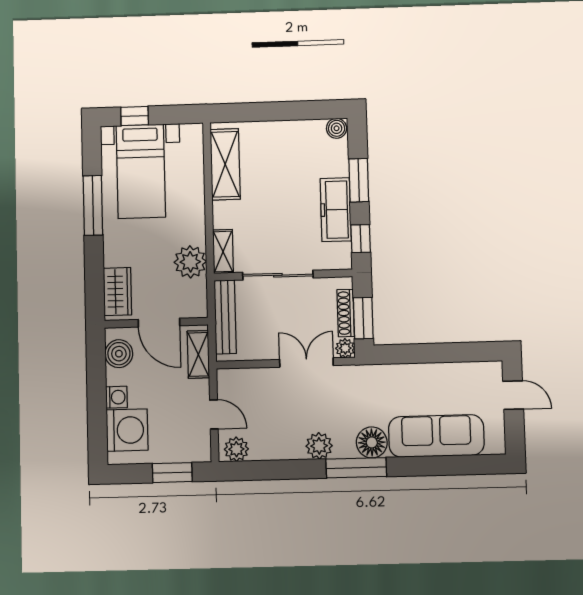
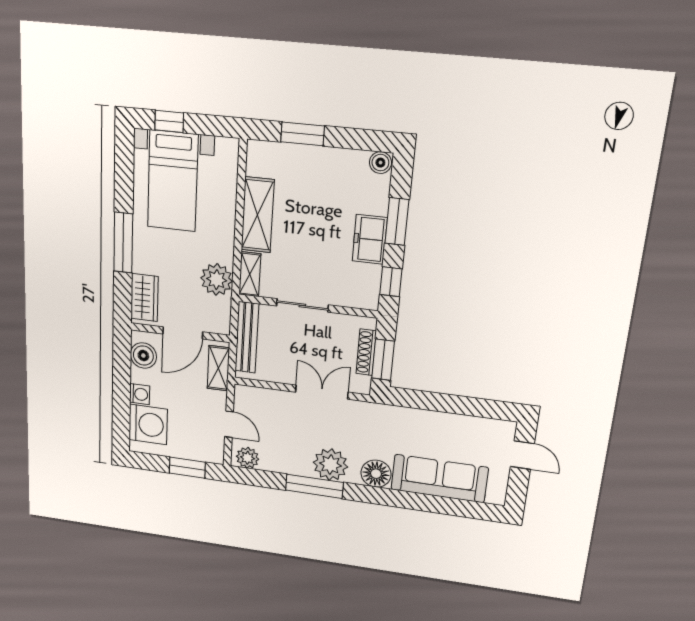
window: (262, 112) -> (303, 134), added
shelving: (225, 164) -> (258, 215), moved
window: (93, 205) -> (123, 243), moved
freezer: (336, 210) -> (370, 239), width x0.71
sliding door: (278, 275) -> (302, 305), width x0.73
door: (159, 323) -> (183, 333), hinge flipped
plant: (345, 348) -> (361, 385), removed
plant: (319, 446) -> (330, 465), width x1.36, depth x1.36
window: (356, 468) -> (314, 486), moved

